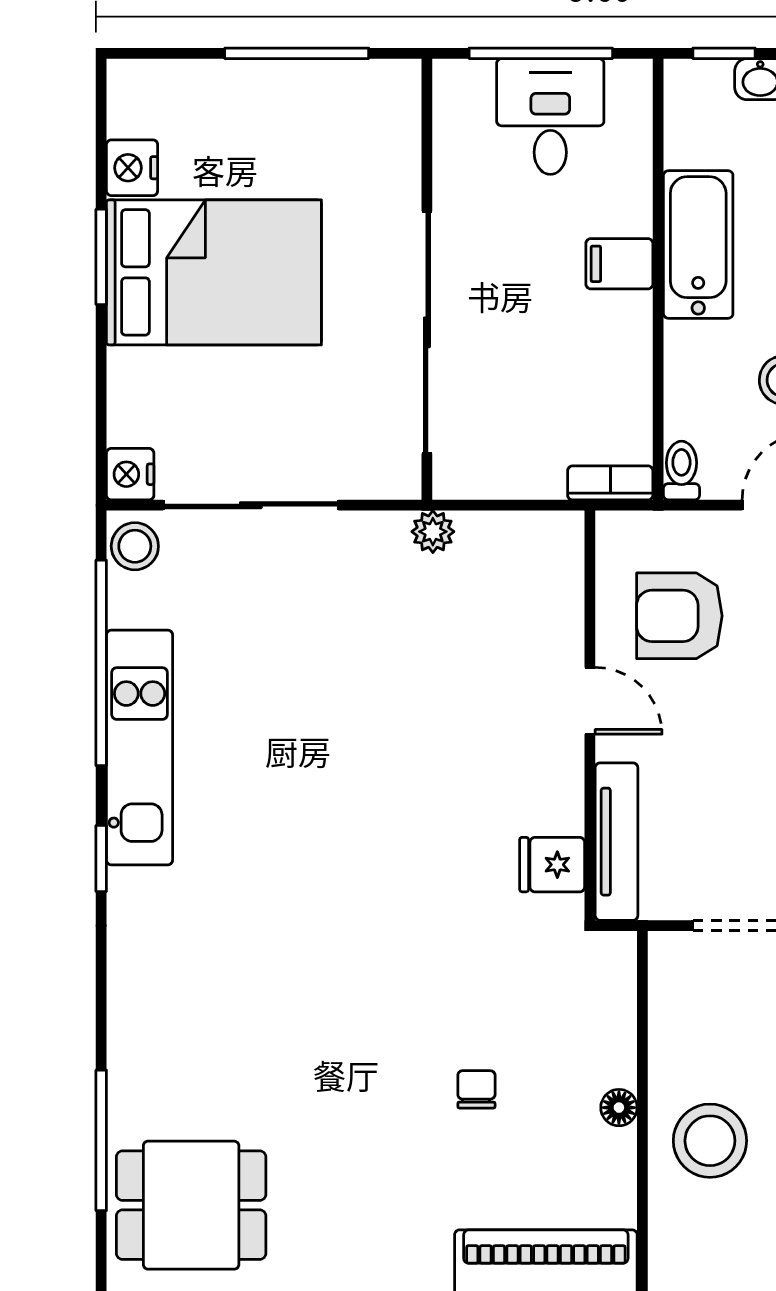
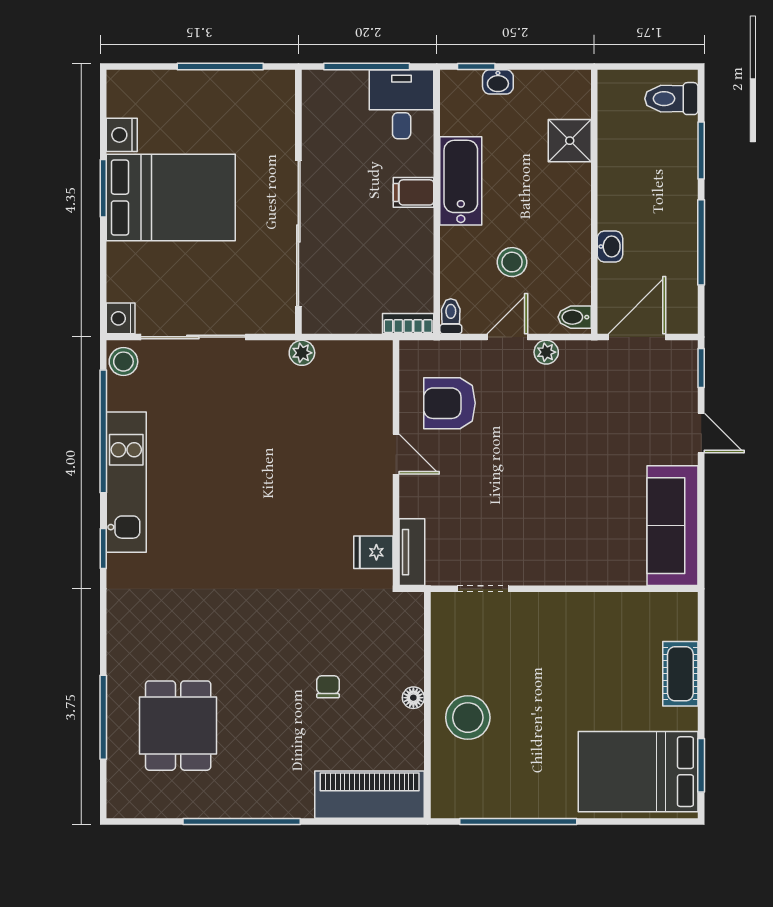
desk: (550, 116) -> (402, 104), moved
tv unit: (616, 842) -> (412, 552), width x0.71
dining table: (191, 1205) -> (178, 726), moved, turned 90

